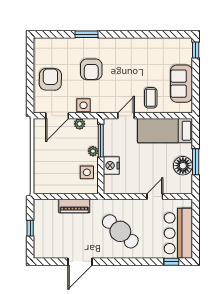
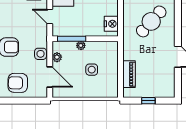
nightstand: (111, 166) -> (111, 24), moved, turned -90
side table: (87, 172) -> (92, 70), moved
piano: (74, 206) -> (129, 74), moved

